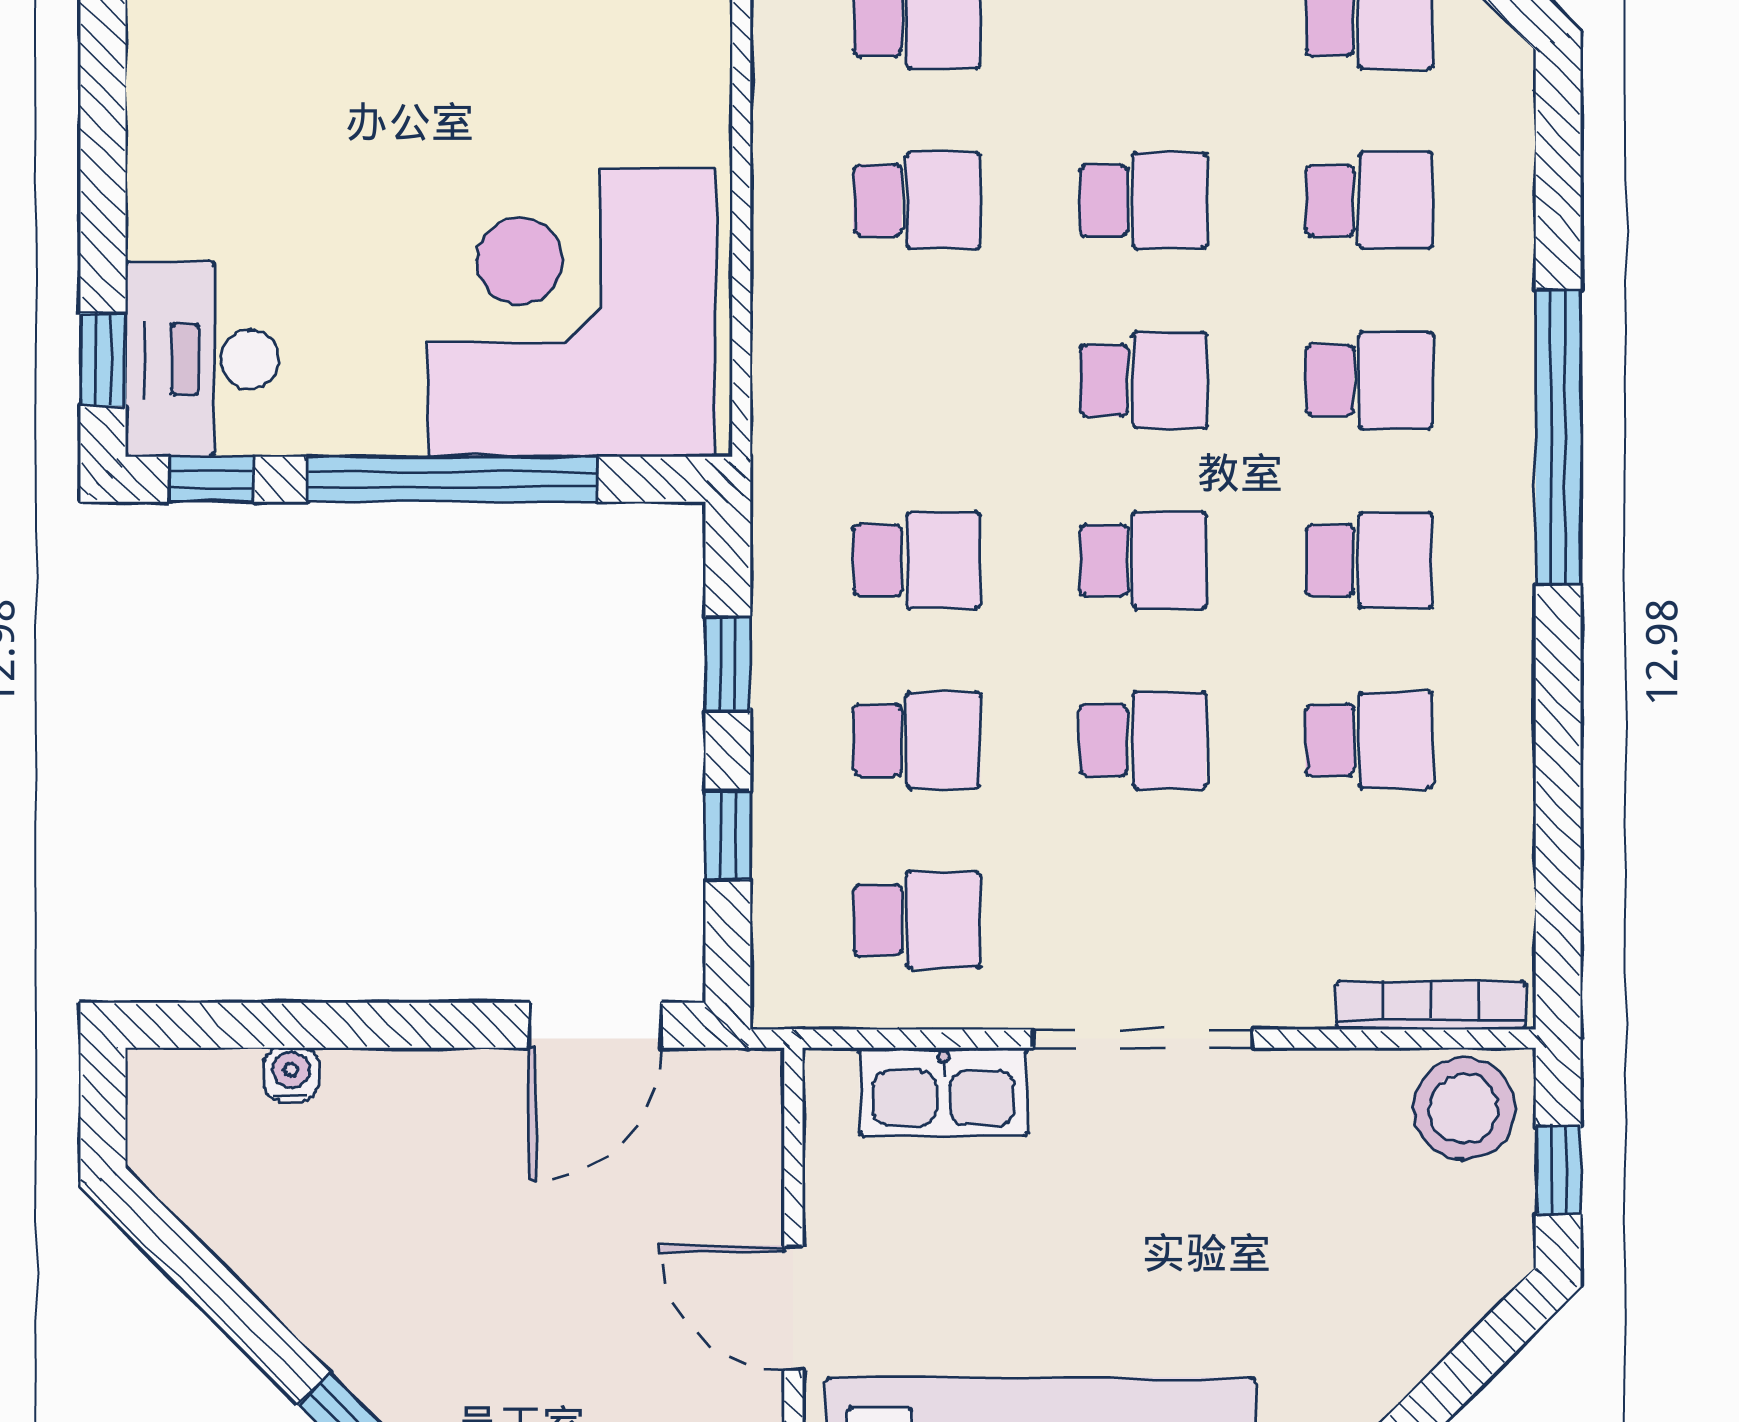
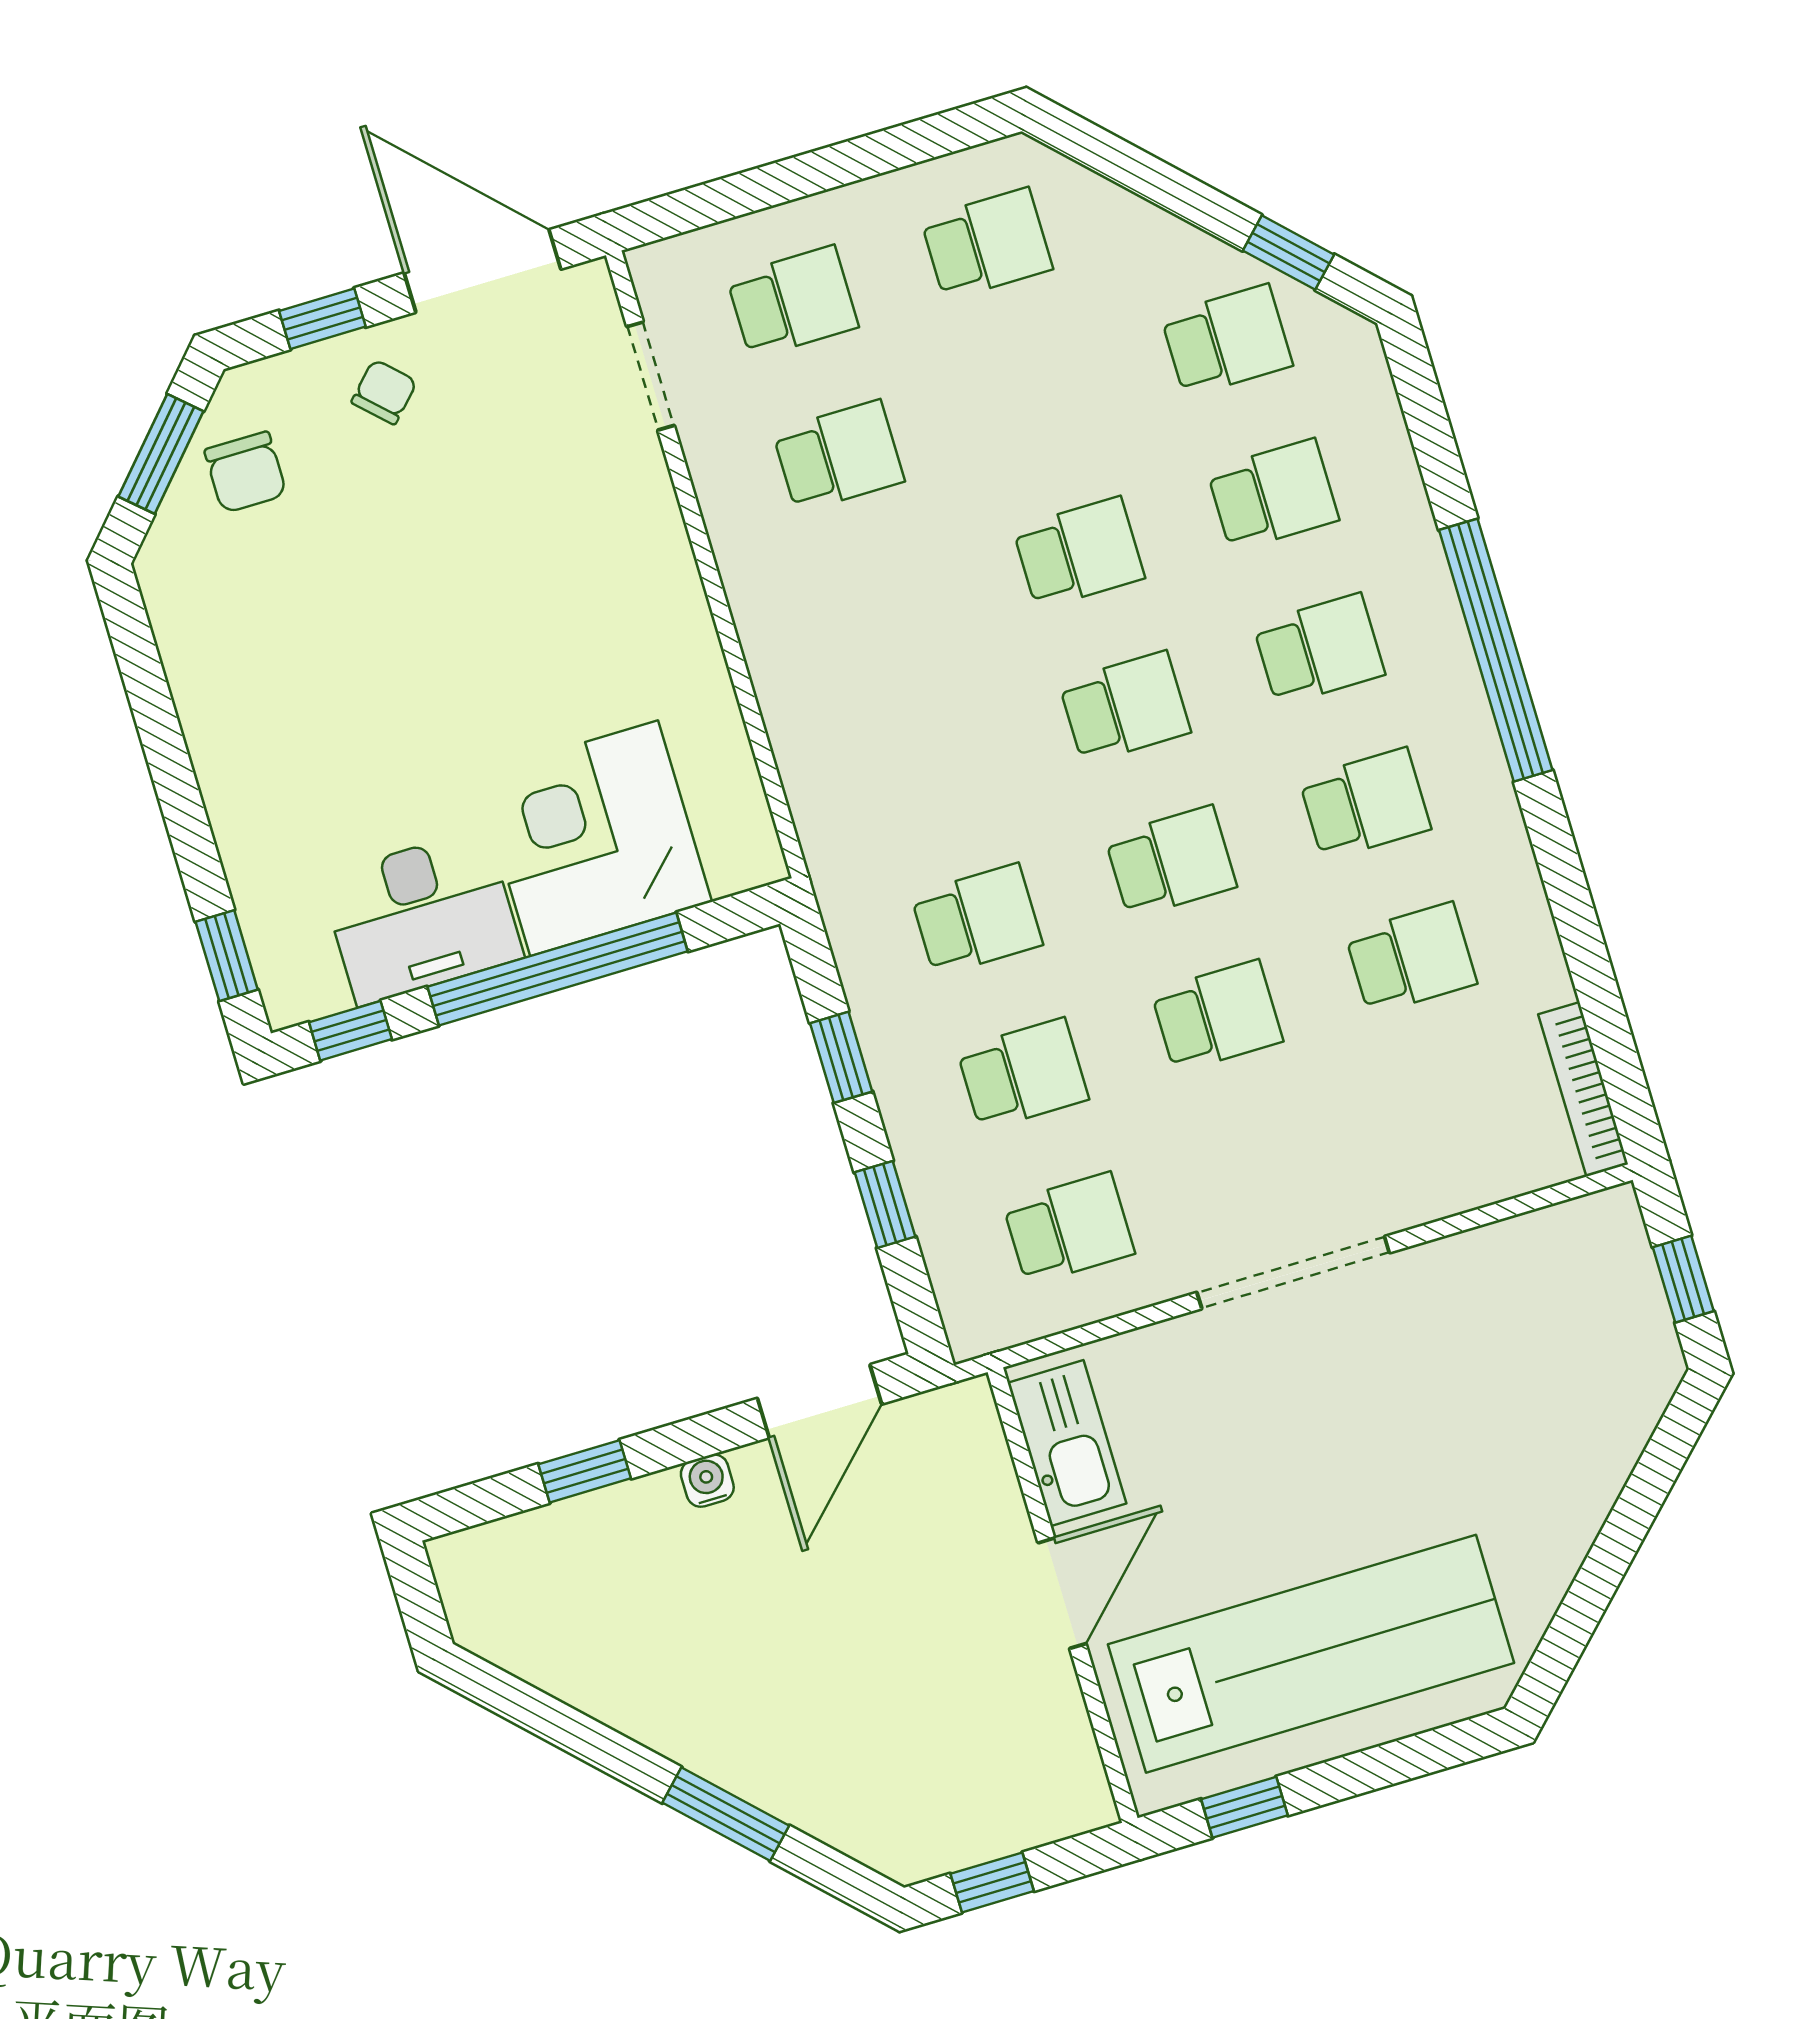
school desk: (917, 200) -> (885, 611), removed
corner desk: (572, 313) -> (594, 838), width x0.74, depth x0.74
desk: (202, 359) -> (422, 917), moved, turned -90
bookcase: (1431, 1006) -> (1583, 1089), moved, turned -90
window: (321, 1025) -> (585, 1471), added
water cooler: (291, 1074) -> (707, 1481), moved
kitchen sink: (943, 1092) -> (1067, 1443), moved, turned -90
stool: (1464, 1108) -> (1586, 1250), removed
door: (793, 1308) -> (1062, 1593), swing flipped

